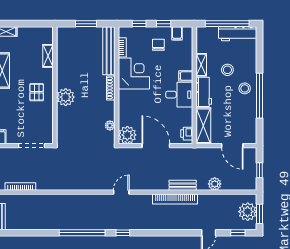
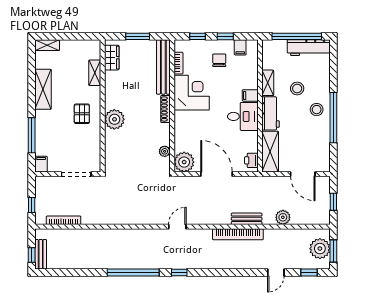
wardrobe: (63, 42) -> (112, 58), added

